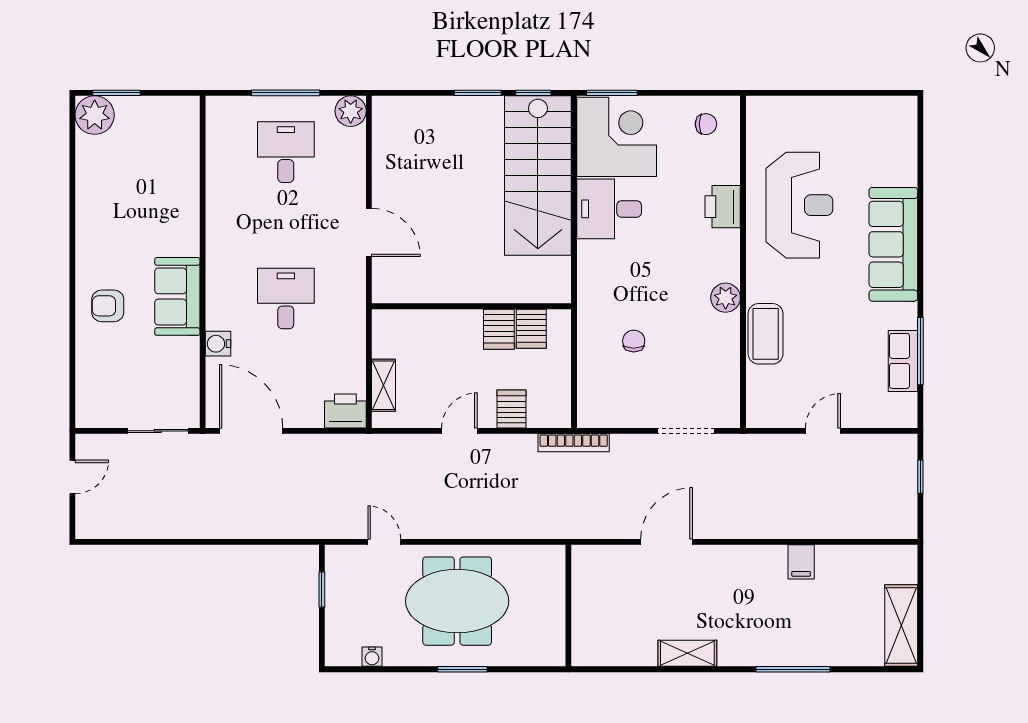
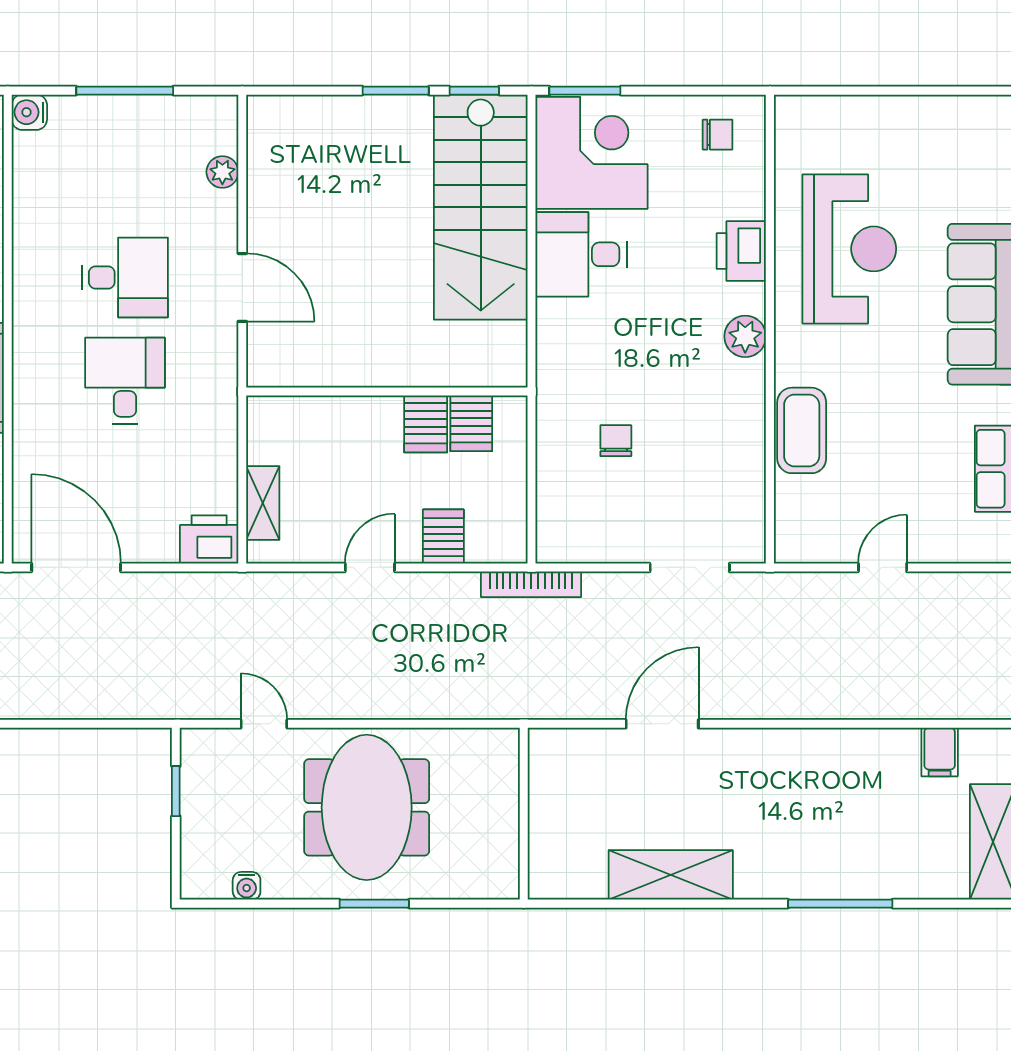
plant: (351, 111) -> (222, 172), moved, width x0.73, depth x0.73
desk: (286, 152) -> (125, 277), moved, turned 90
plant: (726, 298) -> (745, 336), moved
water cooler: (218, 344) -> (29, 112), moved
filing cabinet: (801, 562) -> (940, 752), moved
meeting table: (457, 601) -> (367, 807), turned 90
shelving: (687, 653) -> (671, 875), width x1.50, depth x1.33

